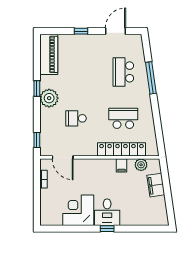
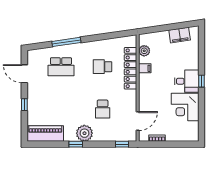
school desk: (123, 118) -> (103, 67), width x0.54
filing cabinet: (156, 185) -> (180, 35), moved

